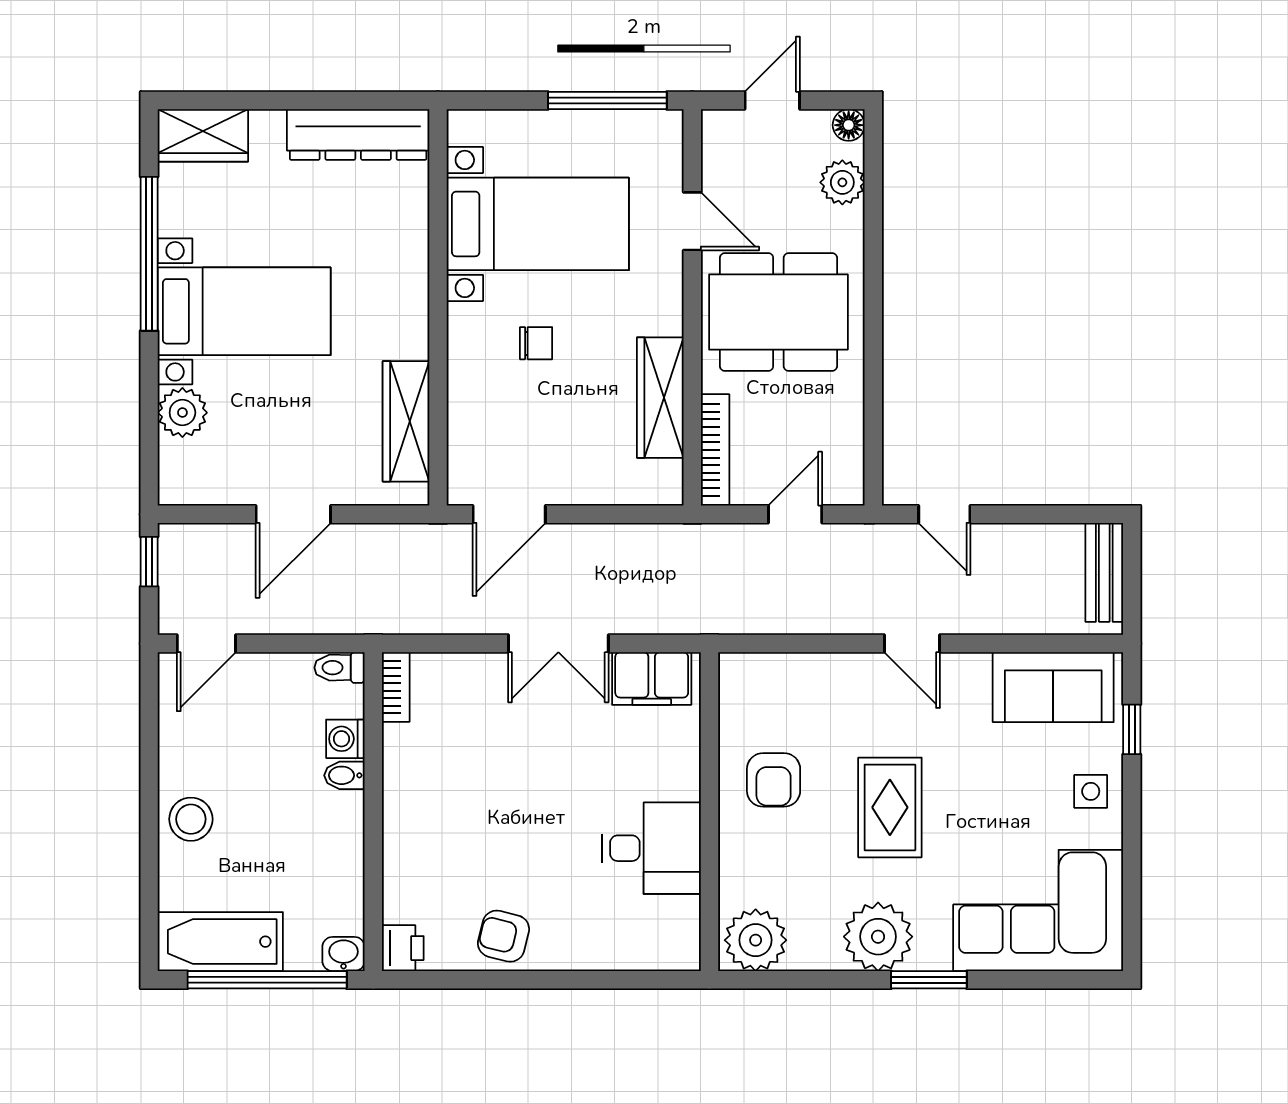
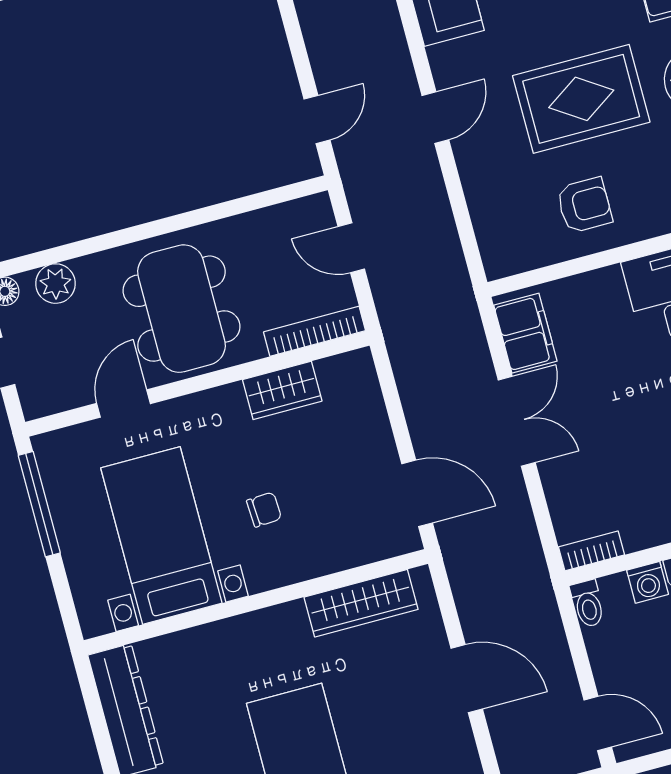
chair: (536, 343) -> (264, 510), turned 87
wardrobe: (660, 398) -> (282, 390), width x0.67
rug: (890, 807) -> (581, 99), width x1.36, depth x1.43

